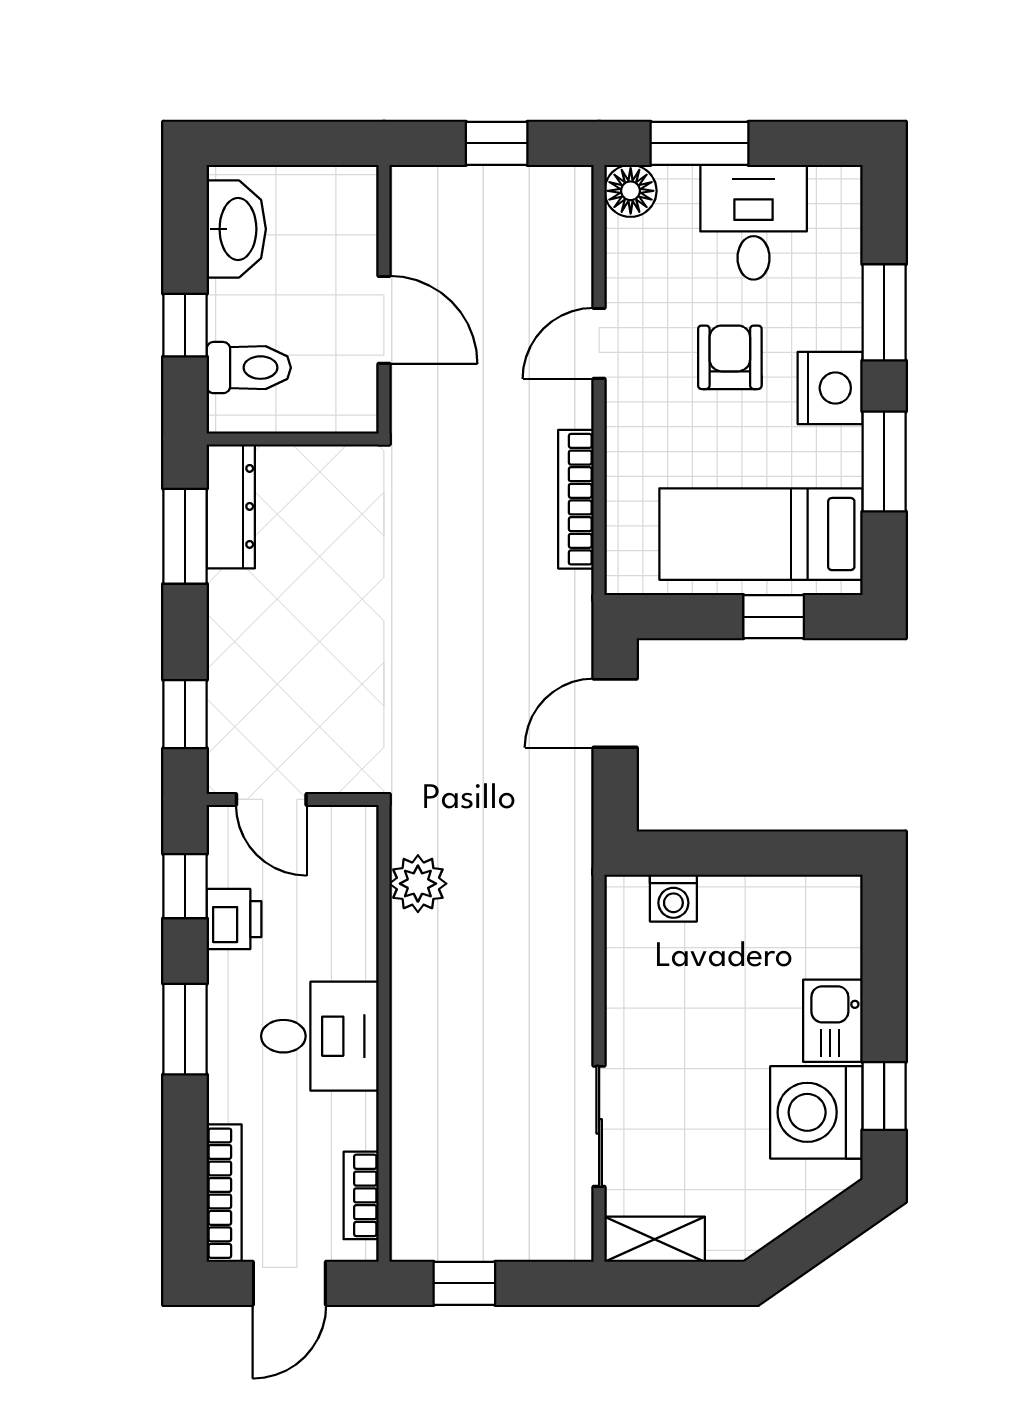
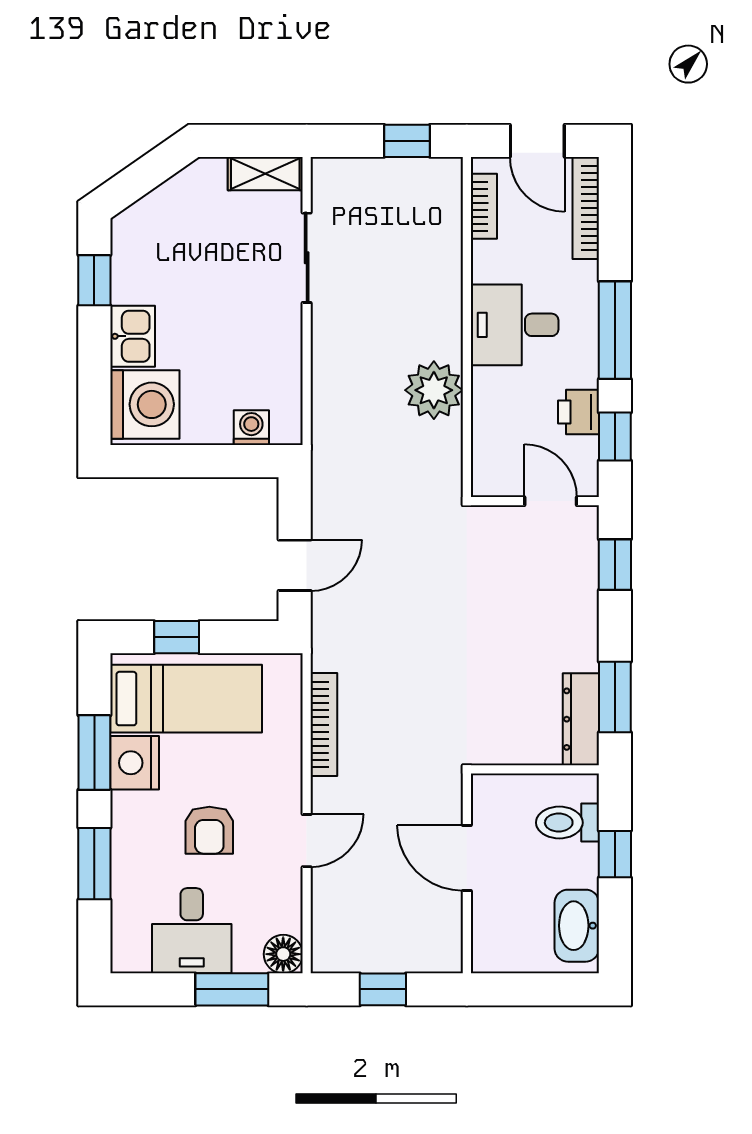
nightstand: (830, 388) -> (135, 763), moved
plant: (418, 884) -> (434, 390), moved, width x1.36, depth x1.36
window: (185, 1029) -> (615, 330), width x1.44
washing machine: (816, 1112) -> (145, 404), moved
door: (289, 1283) -> (537, 141), swing flipped

